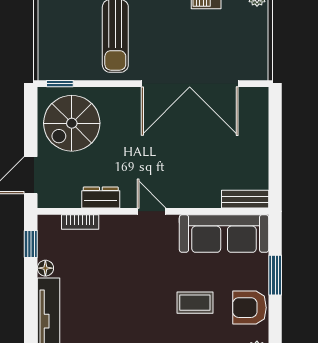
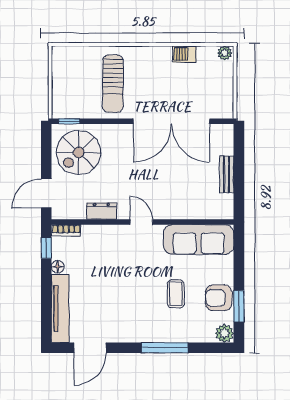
bench: (245, 199) -> (227, 174), moved, turned 90
bookcase: (80, 222) -> (66, 230), moved
window: (275, 275) -> (239, 306), moved
coffee table: (195, 303) -> (176, 294), turned 90

